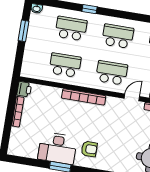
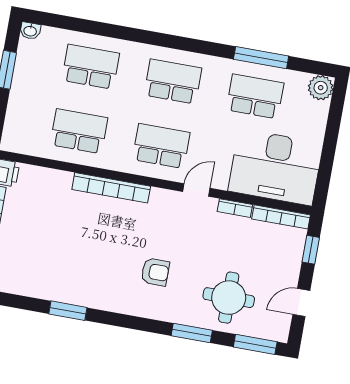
window: (89, 9) -> (124, 33), removed
desk: (57, 148) -> (64, 278), removed
armchair: (89, 149) -> (155, 272), moved

